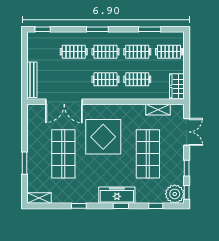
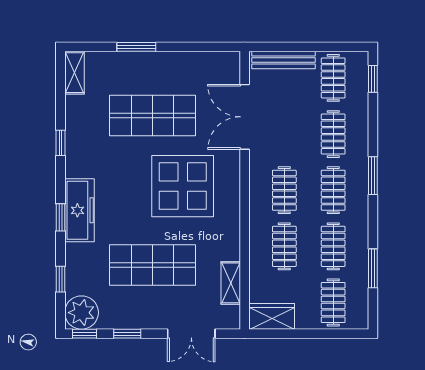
clothes rail: (42, 52) -> (333, 78), added

